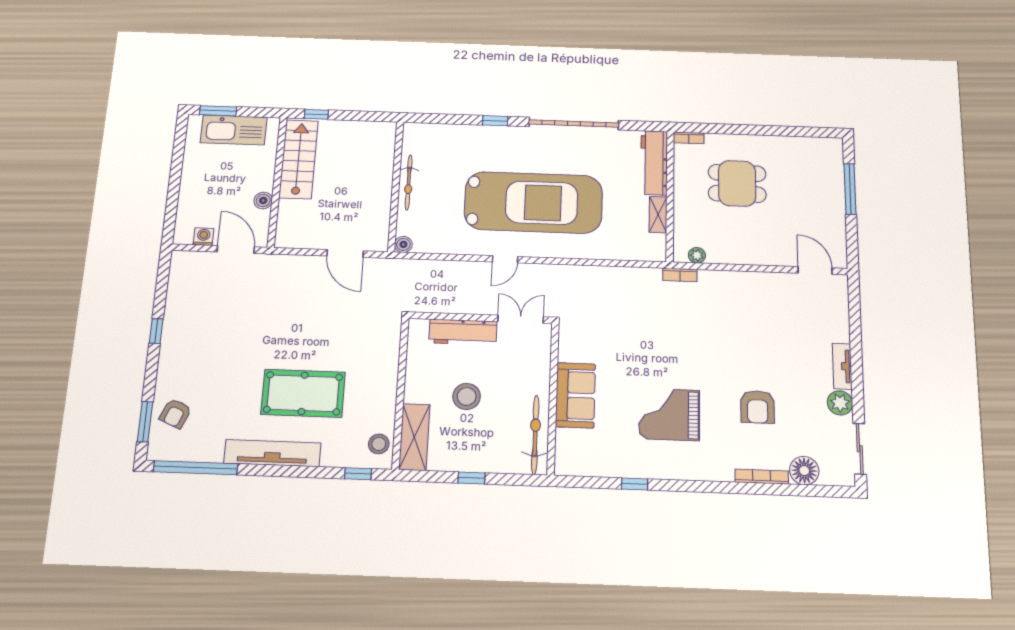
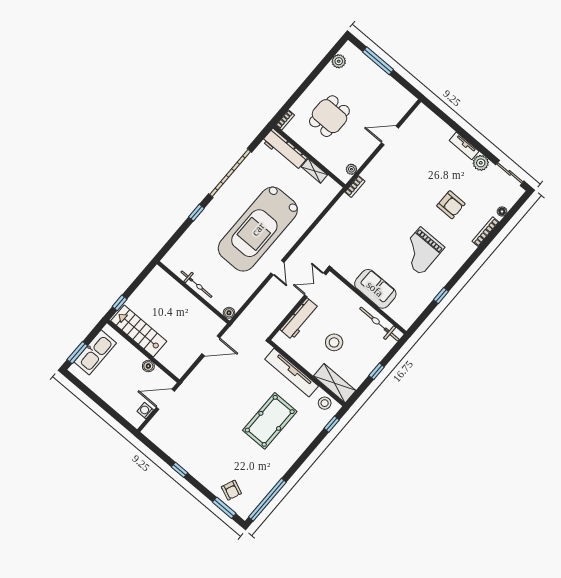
plant: (809, 146) -> (339, 61), added
car: (533, 202) -> (258, 229), turned 180
door: (815, 270) -> (390, 135), moved
tv unit: (272, 453) -> (292, 373), moved, turned -90
floor lamp: (804, 471) -> (502, 211), width x0.53, depth x0.53

